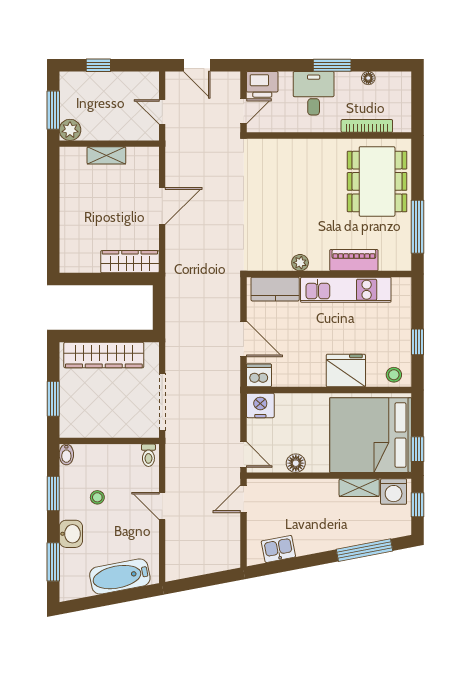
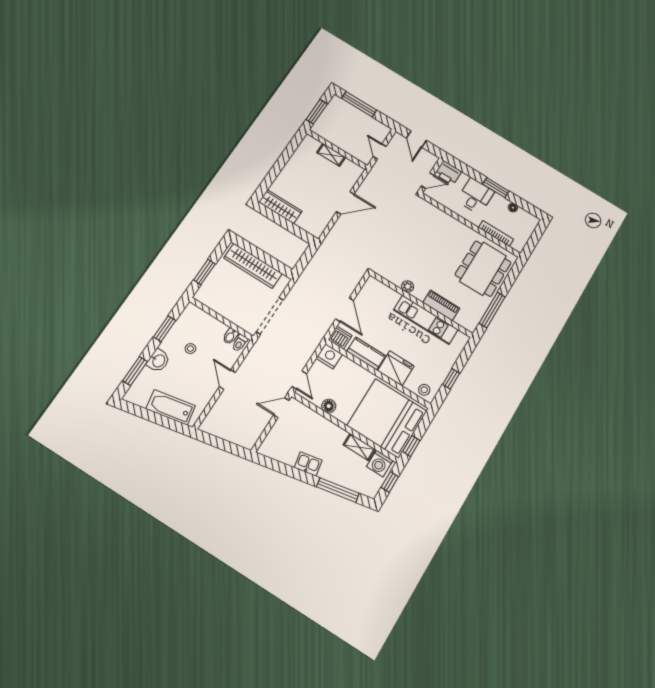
window: (98, 65) -> (359, 104), width x2.17
plant: (70, 130) -> (319, 128), removed
wardrobe: (130, 262) -> (280, 207), moved
kitchen counter: (275, 289) -> (366, 353), moved, turned 180
bidet: (66, 454) -> (230, 336), moved
kitchen sink: (278, 549) -> (308, 464), moved

